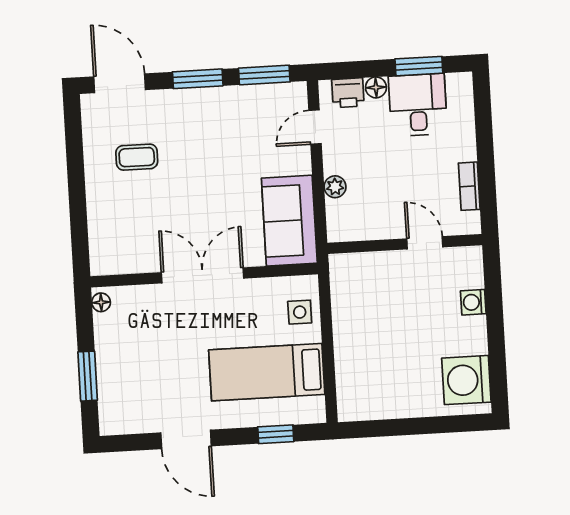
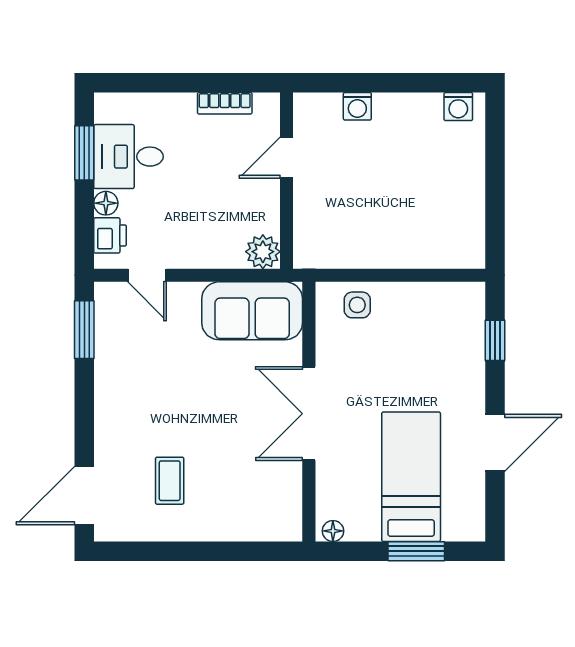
window: (198, 79) -> (84, 406), removed
plant: (335, 187) -> (263, 252), moved, width x1.38, depth x1.38
bed: (267, 372) -> (411, 477), moved, turned 180
washing machine: (466, 380) -> (458, 107), width x0.53, depth x0.53

